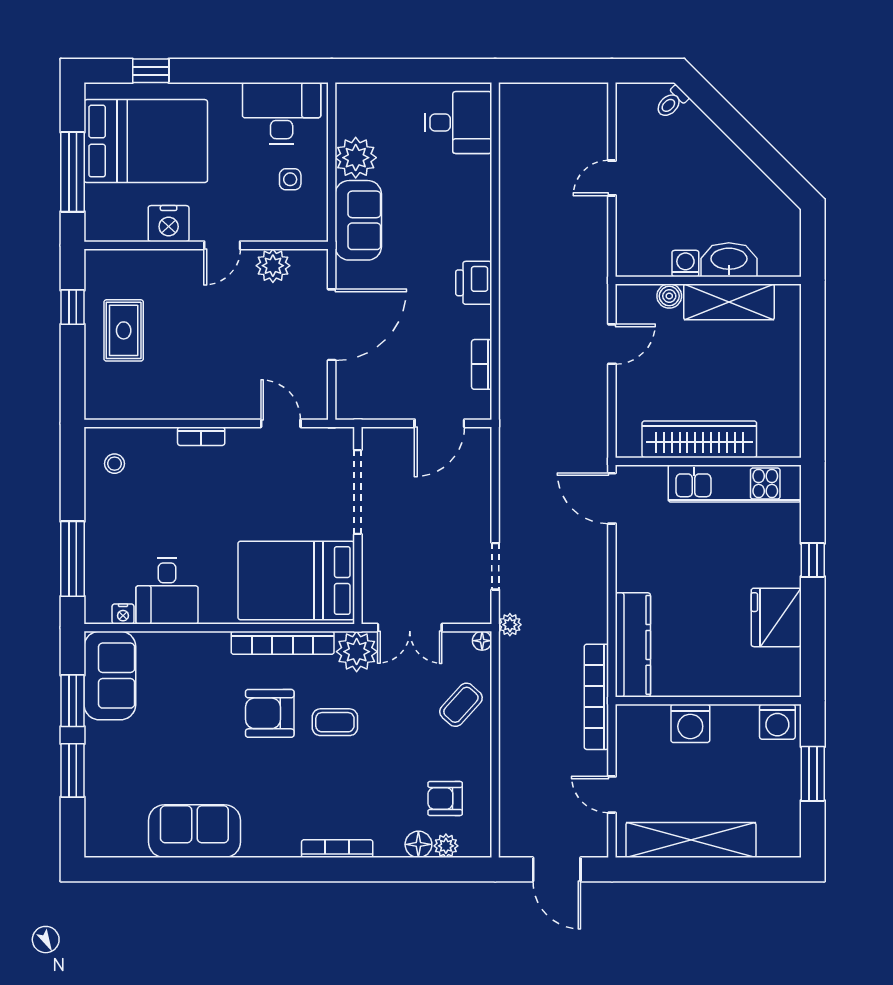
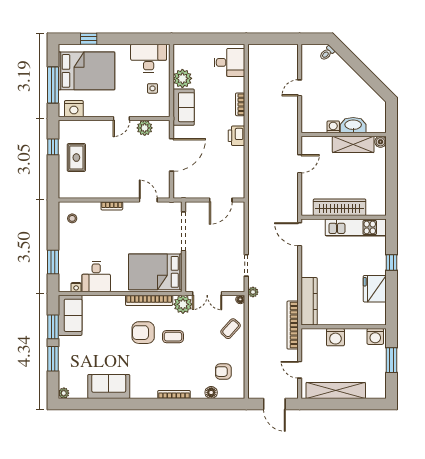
nightstand: (169, 224) -> (74, 109), moved
boiler: (669, 296) -> (380, 142), moved
bookcase: (482, 364) -> (240, 104), moved
window: (73, 559) -> (53, 262), width x0.69
plant: (446, 846) -> (64, 393), moved

